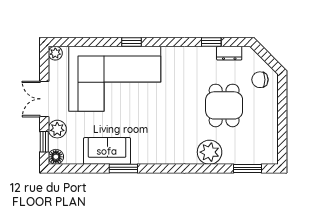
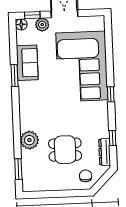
window: (132, 42) -> (111, 94), moved
plant: (55, 53) -> (99, 21), removed
dresser: (229, 53) -> (105, 152), width x1.44

